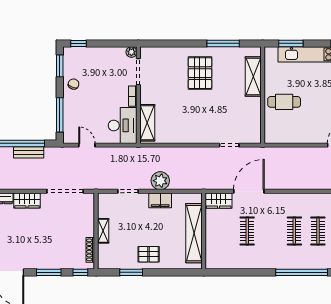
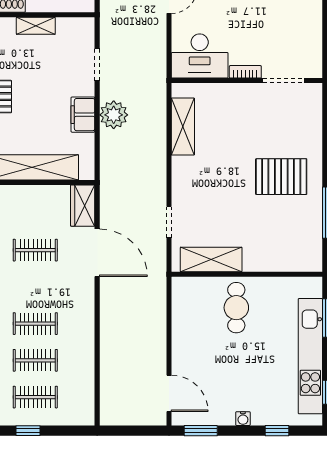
plant: (131, 52) -> (314, 70), removed
shelving: (253, 77) -> (211, 260), moved
shelving: (147, 123) -> (183, 127), moved, turned 90

